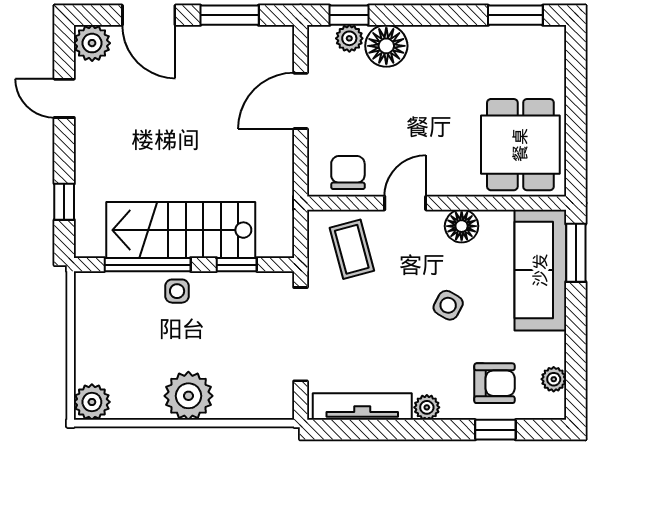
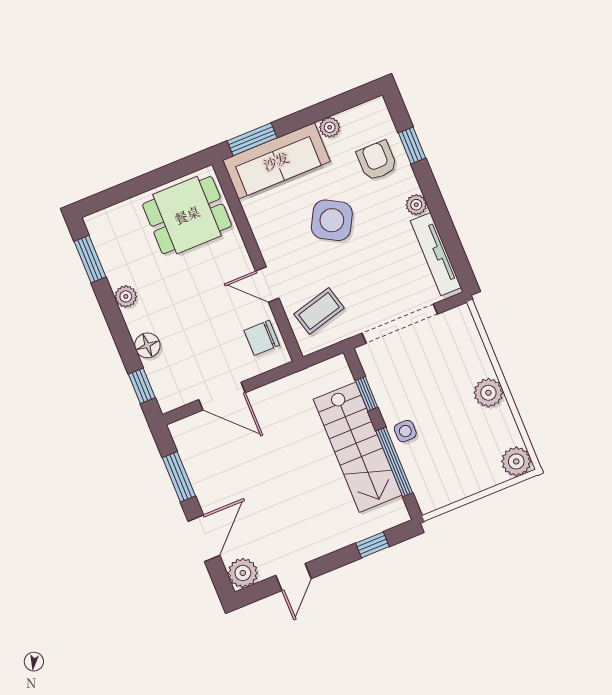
plant: (349, 38) -> (126, 296), moved
floor lamp: (386, 46) -> (147, 345), width x0.73, depth x0.73
floor lamp: (462, 226) -> (267, 235), removed
side table: (448, 305) -> (332, 220), width x1.87, depth x1.87
plant: (554, 379) -> (330, 127), moved
plant: (188, 396) -> (488, 393), width x0.73, depth x0.73

